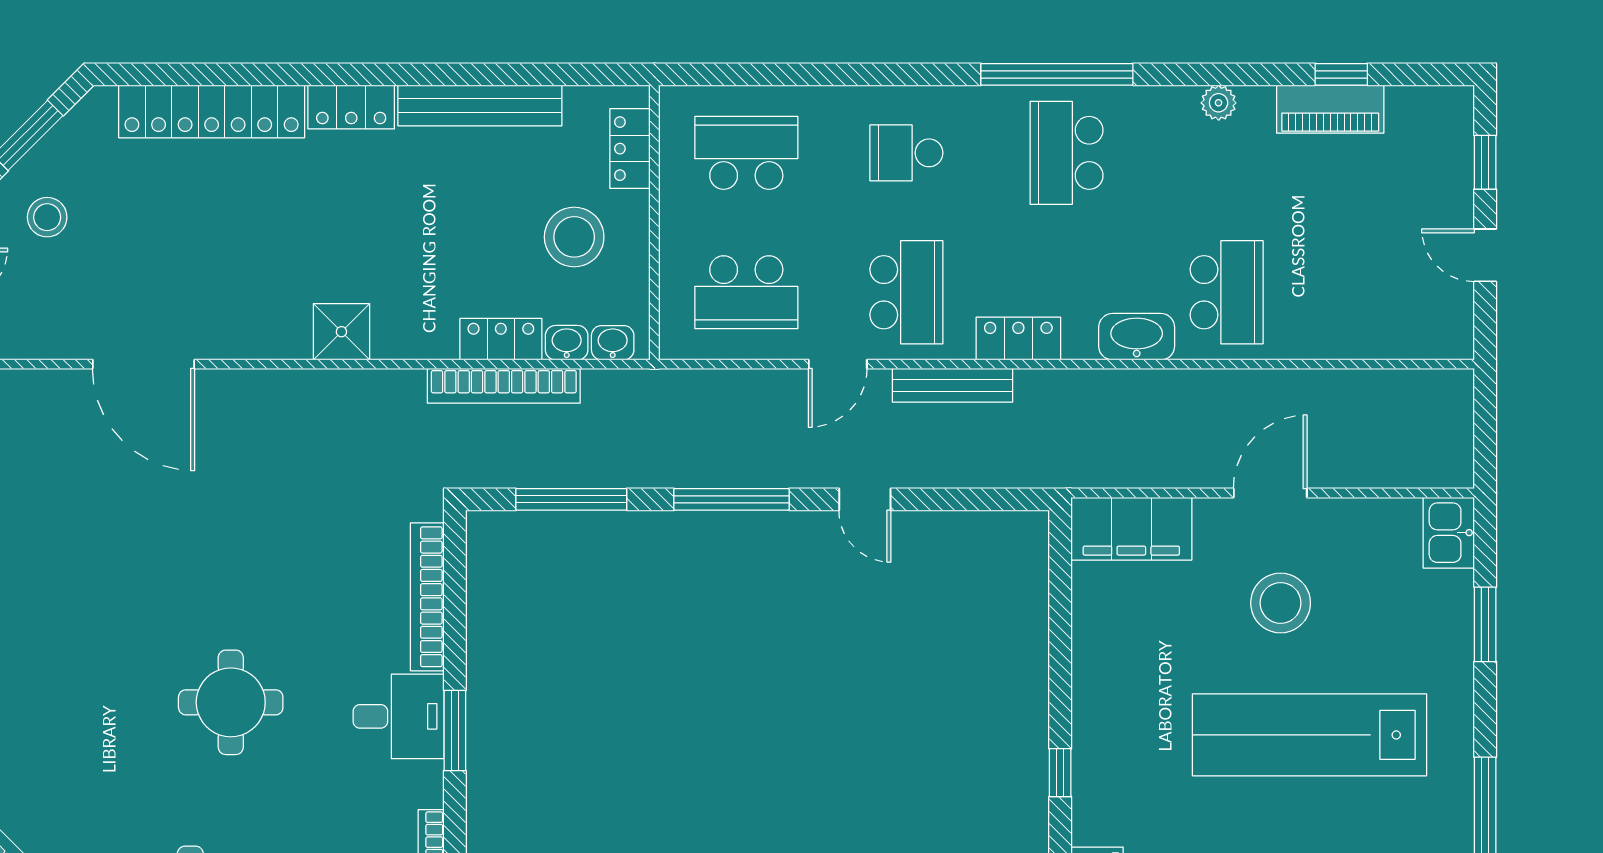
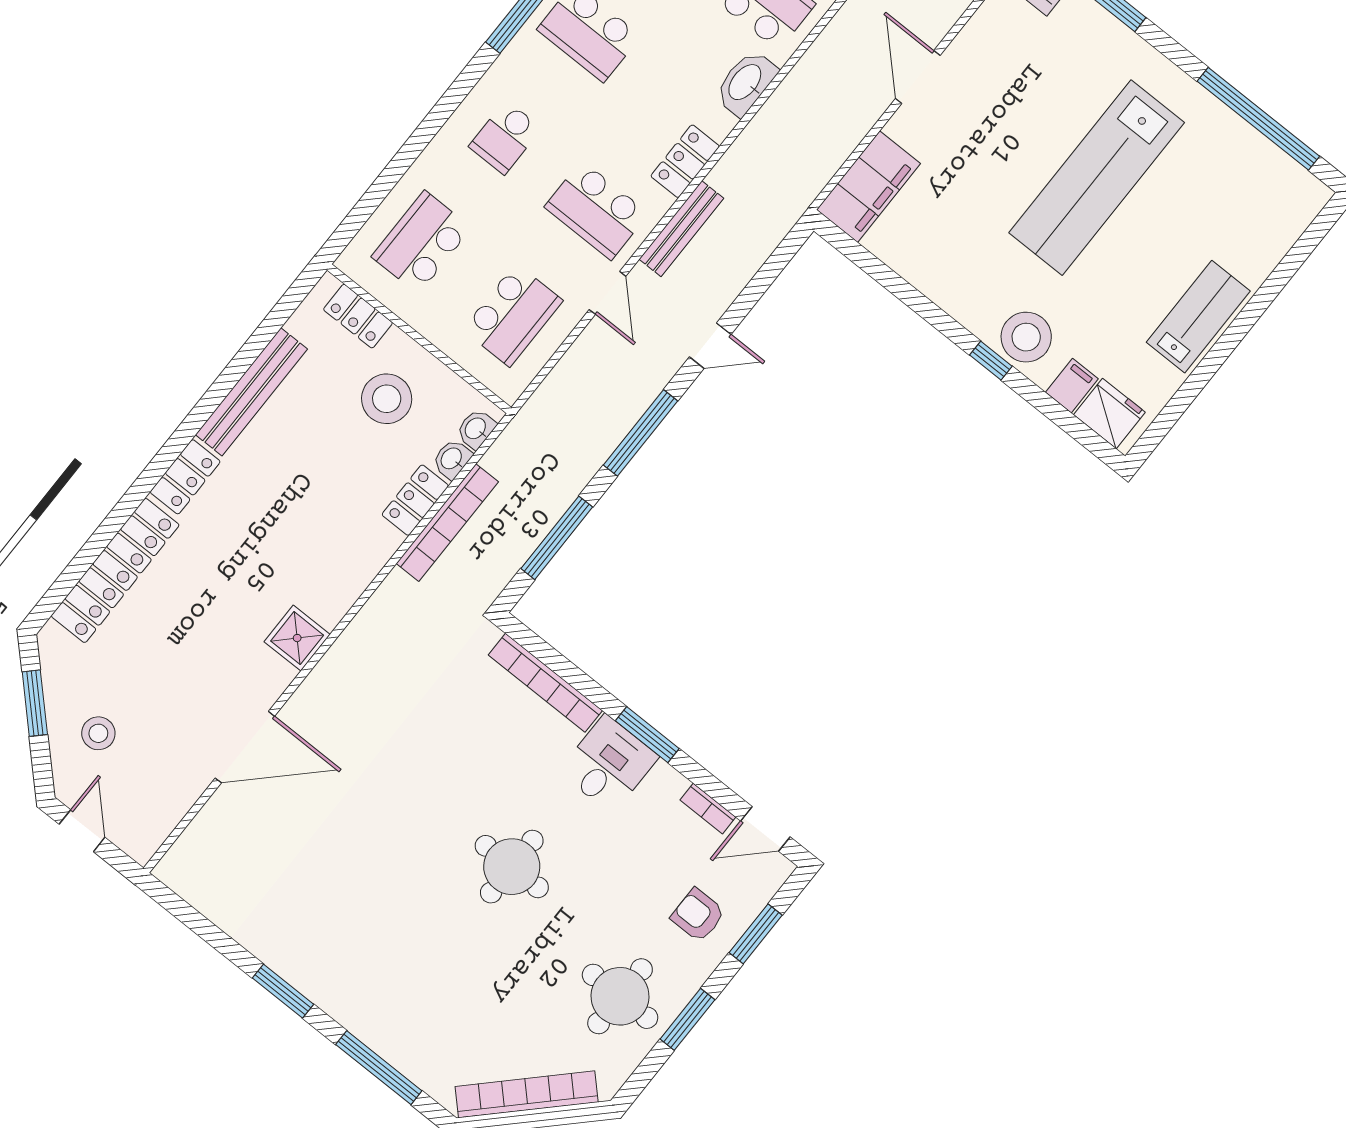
school desk: (906, 292) -> (596, 210), turned 180
shower: (341, 332) -> (297, 638), moved
stool: (1281, 603) -> (1026, 337), moved

